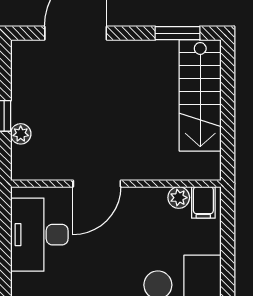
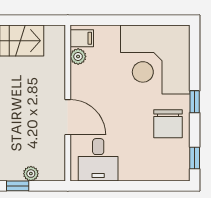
desk: (39, 235) -> (98, 160), width x0.73

